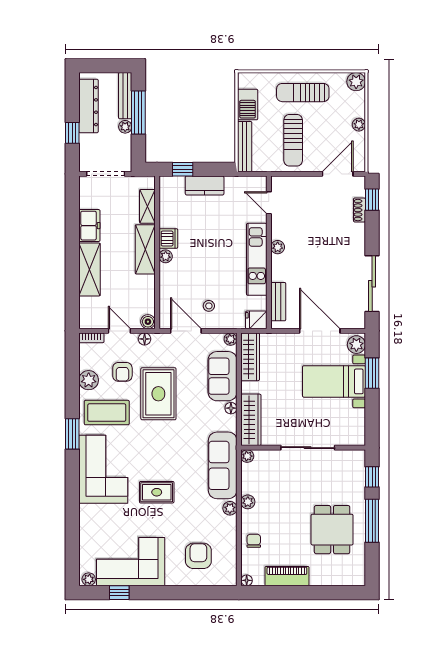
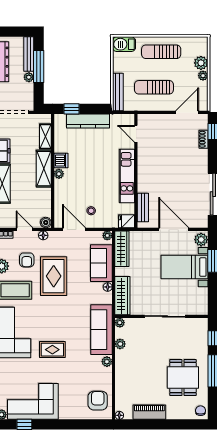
plant: (356, 82) -> (201, 63), moved
barbecue: (248, 105) -> (124, 44), moved, turned 90
sun lounger: (293, 140) -> (154, 87), turned 90
kitchen counter: (205, 185) -> (88, 121), width x1.50
plant: (278, 247) -> (142, 167), removed
plant: (248, 502) -> (120, 344), moved
chair: (254, 541) -> (201, 411), moved
armchair: (198, 556) -> (98, 401), moved

